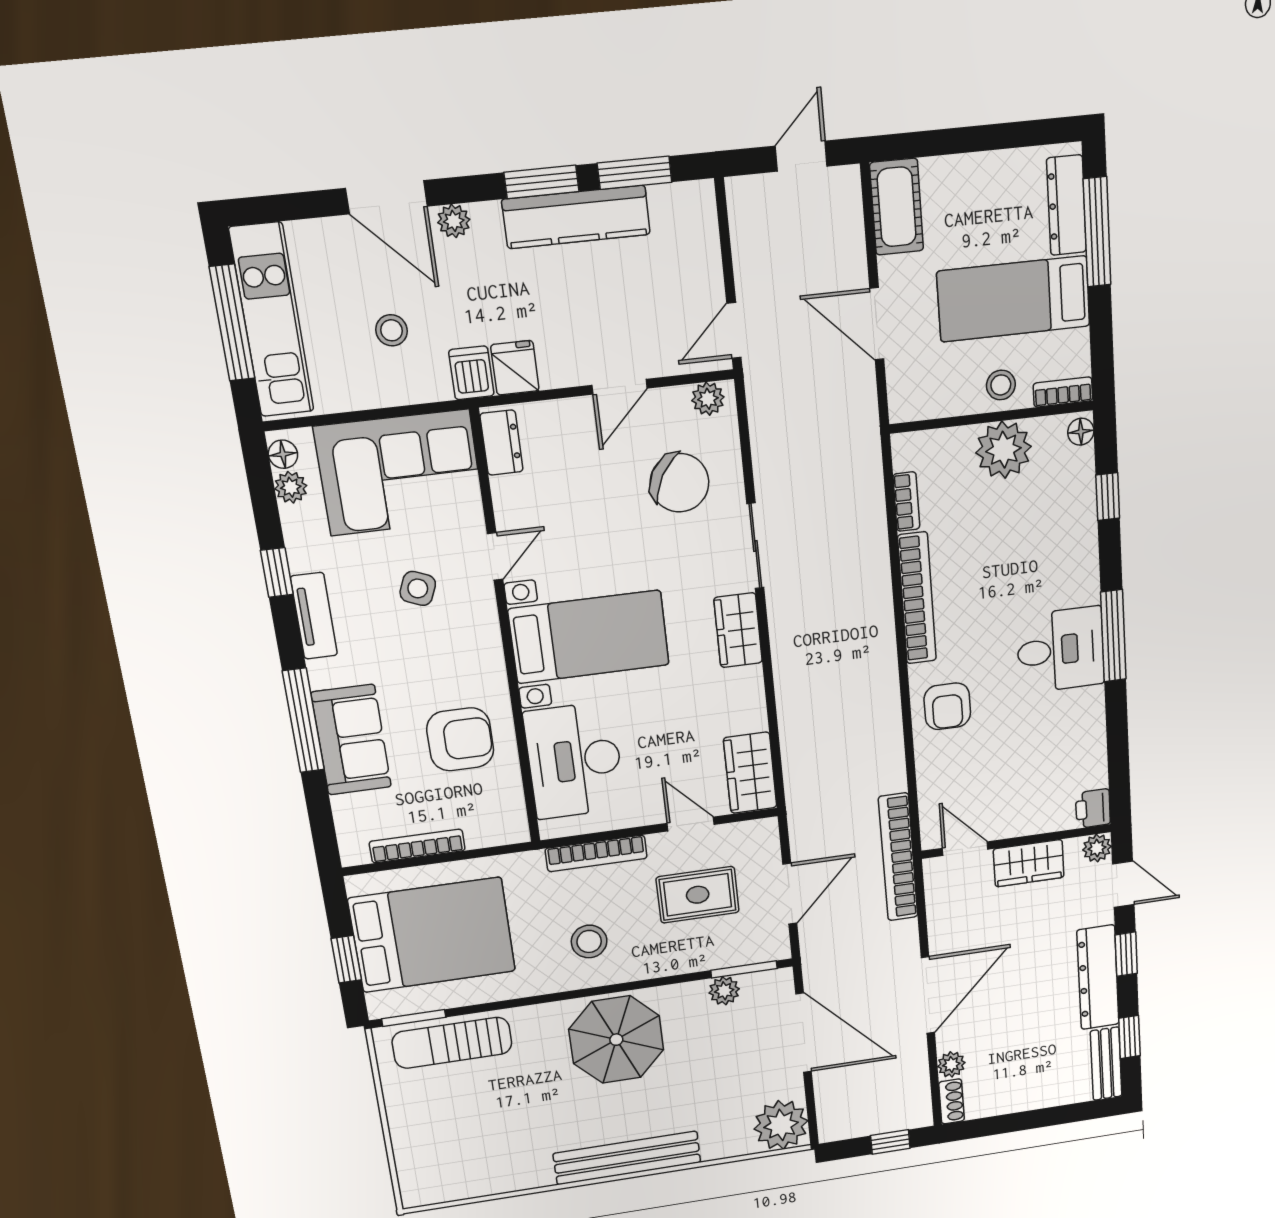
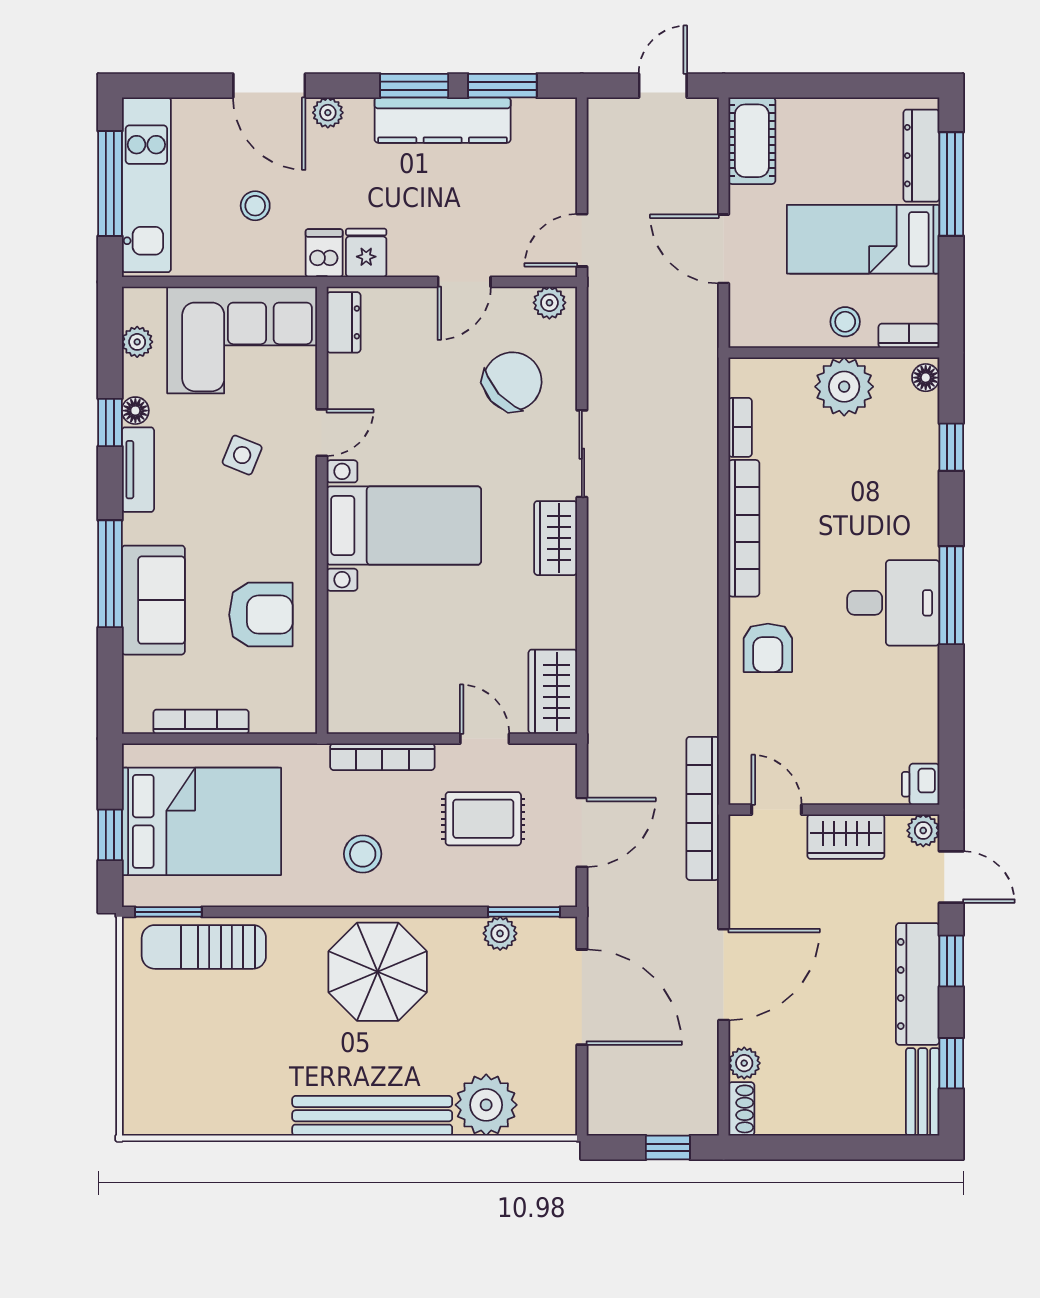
floor lamp: (283, 454) -> (135, 411), moved
chair: (680, 483) -> (512, 381), turned -72
desk: (574, 760) -> (373, 653), removed
plant: (781, 1125) -> (486, 1105), moved

